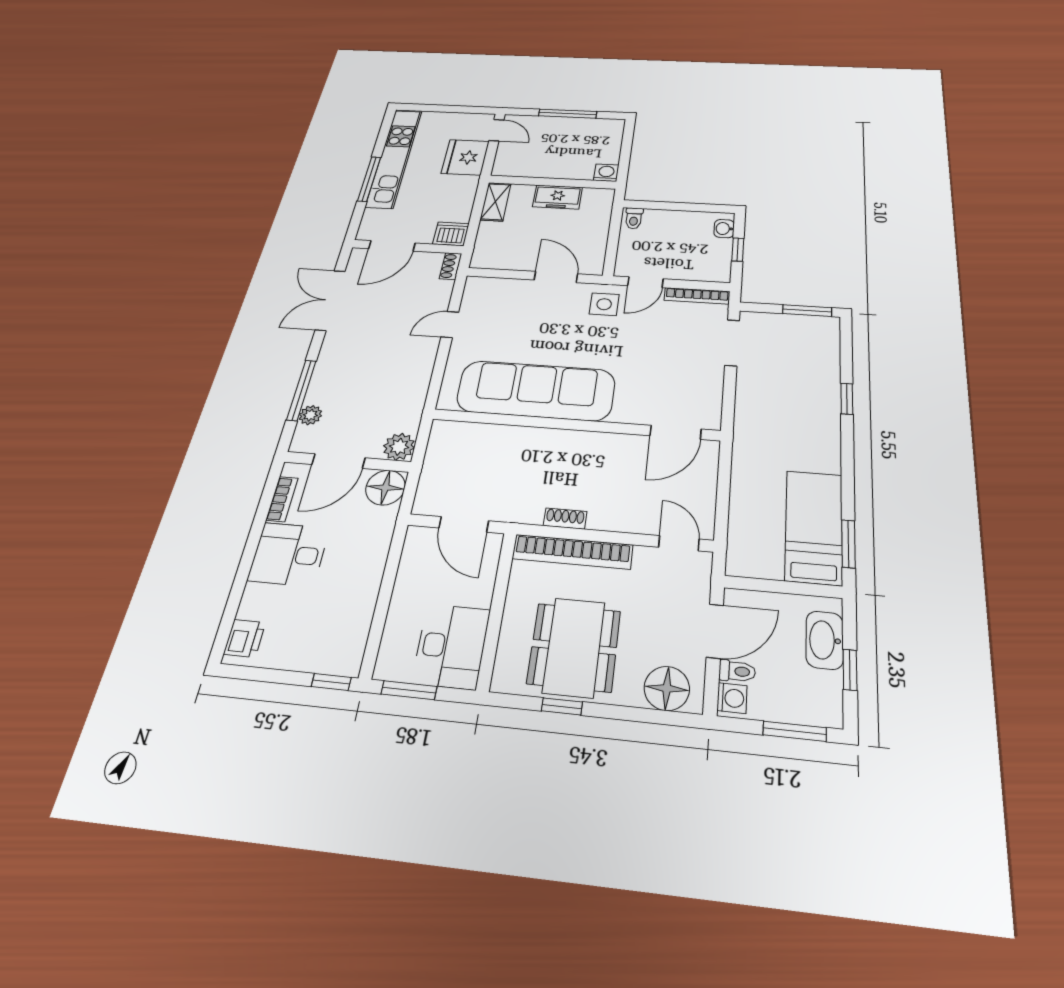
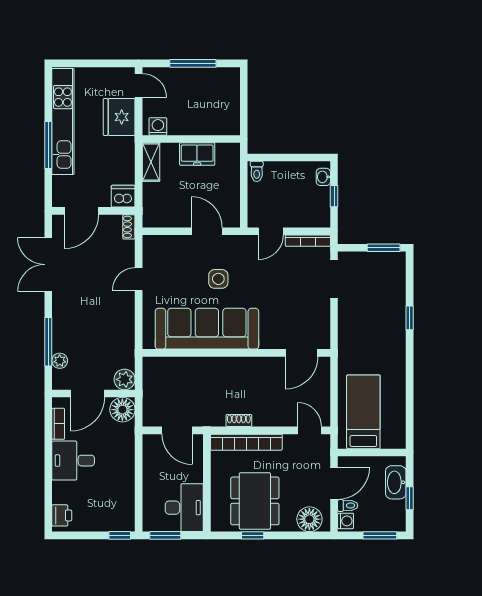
washing machine: (606, 173) -> (158, 126), moved
side table: (604, 304) -> (218, 279), moved
bed: (814, 527) -> (363, 412), moved
window: (848, 544) -> (410, 421), removed

